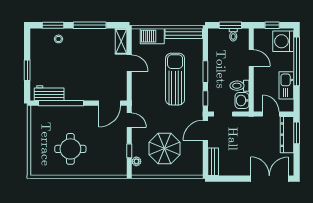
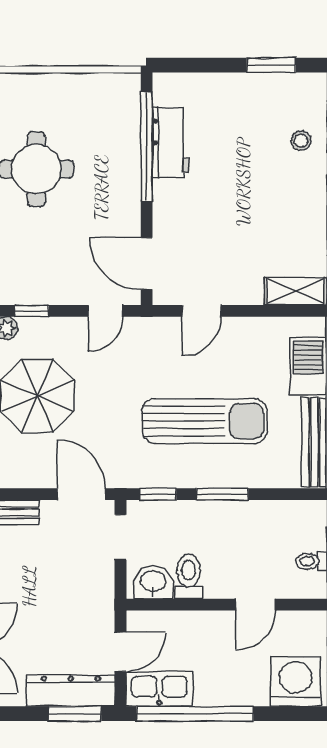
window: (297, 61) -> (195, 714), moved
door: (129, 63) -> (201, 311), moved
window: (27, 70) -> (271, 65), moved
kitchen sink: (286, 85) -> (159, 689), moved
workbench: (49, 93) -> (171, 143), moved

